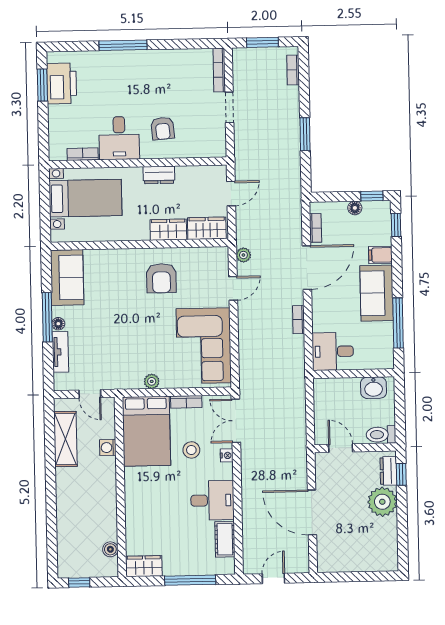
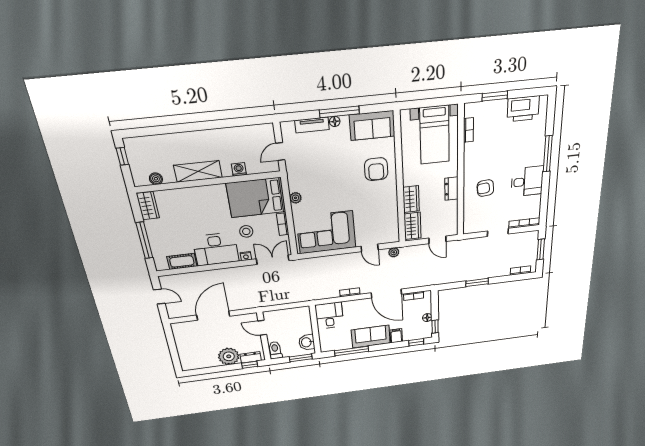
window: (42, 85) -> (495, 96), moved
desk: (119, 138) -> (527, 181), moved, turned 180
armchair: (161, 278) -> (376, 169), moved, turned -90
window: (400, 399) -> (301, 358), added
shelving: (65, 439) -> (198, 171), moved
door: (341, 448) -> (262, 328), swing flipped
desk: (212, 500) -> (216, 249), width x1.37

